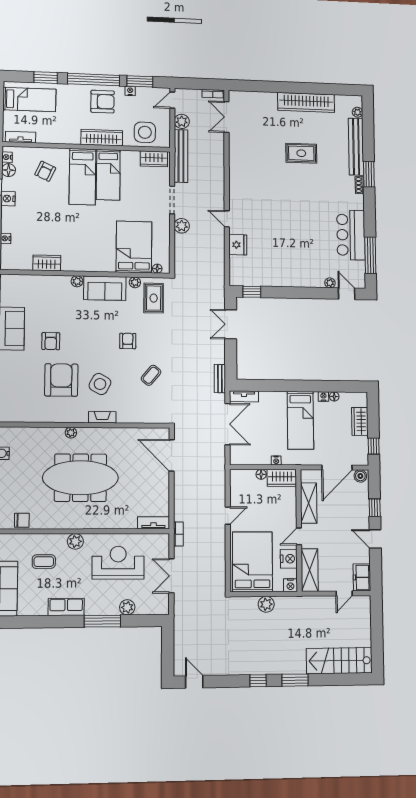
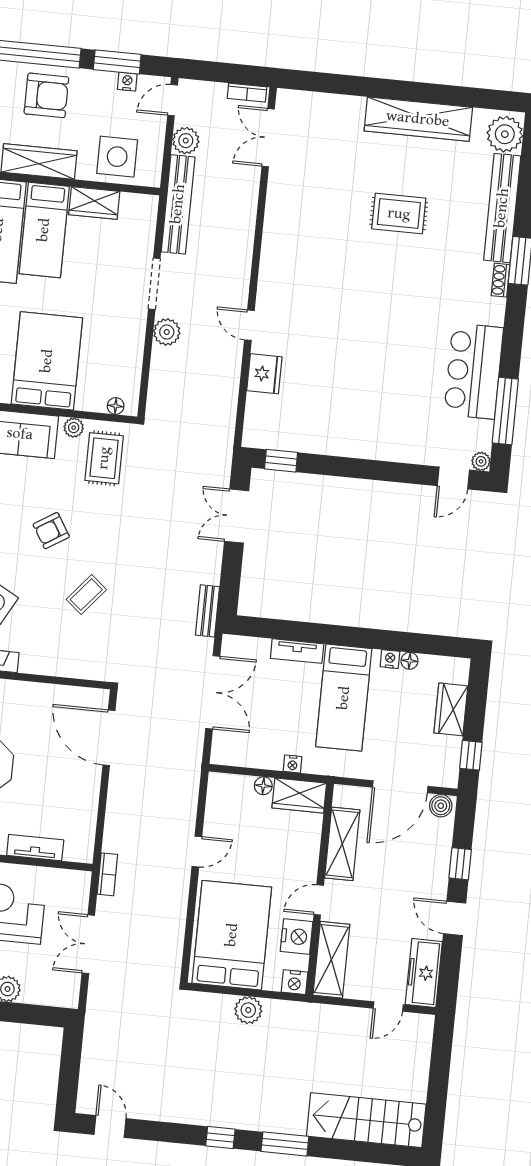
nightstand: (130, 91) -> (127, 82), moved
plant: (357, 112) -> (505, 134), width x1.88, depth x1.88
wardrobe: (154, 159) -> (94, 203), moved
bed: (134, 247) -> (47, 361), moved
plant: (330, 283) -> (481, 461), moved
door: (347, 294) -> (453, 478), swing flipped
armchair: (128, 341) -> (51, 531), turned -122
tv unit: (244, 396) -> (297, 651), moved
tv unit: (153, 523) -> (35, 848), moved
freezer: (362, 577) -> (424, 973), width x1.40

